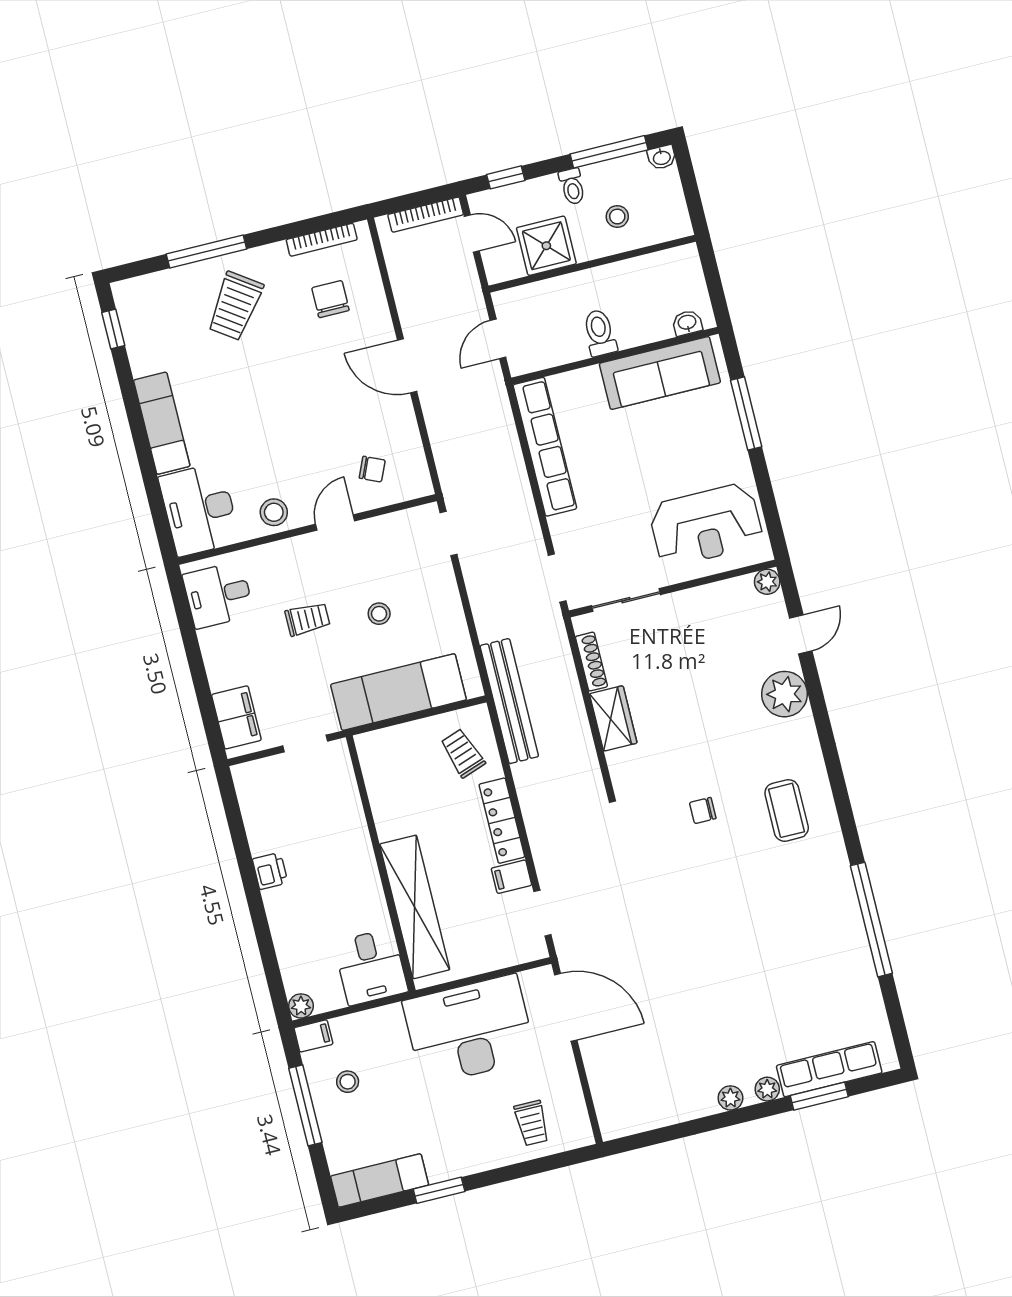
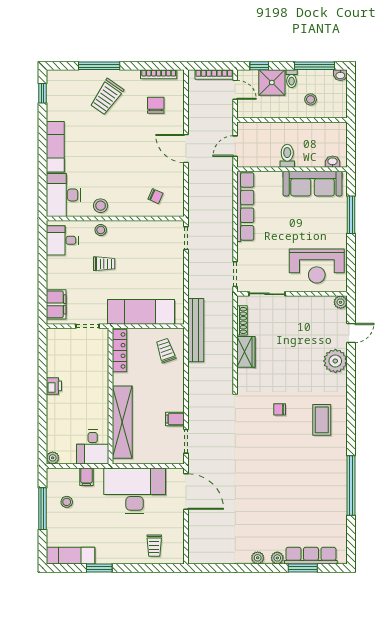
shower: (546, 246) -> (272, 83), moved
door: (335, 523) -> (130, 218), removed
stool: (379, 614) -> (101, 230), moved
locker: (502, 821) -> (119, 350), moved, turned 180
filing cabinet: (313, 1036) -> (86, 477), moved, turned 90

